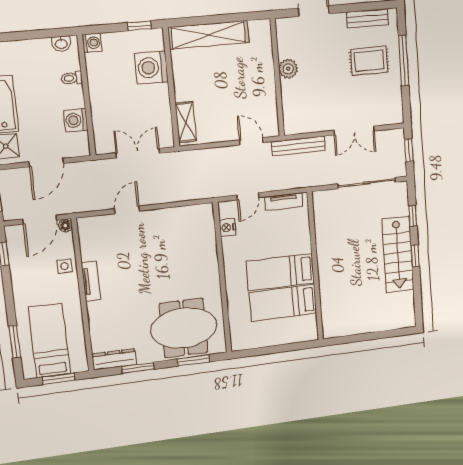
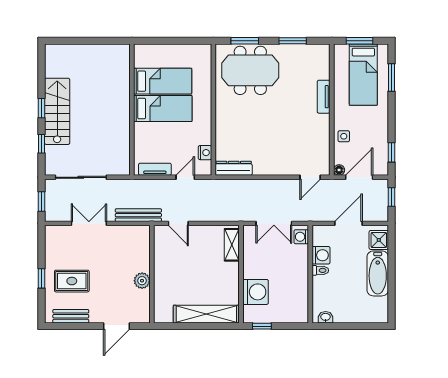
washing machine: (92, 43) -> (301, 237), moved
window: (404, 61) -> (41, 278), width x0.46
toilet: (72, 78) -> (320, 270), moved
door: (127, 210) -> (310, 177), moved
tv unit: (91, 281) -> (324, 97), moved
dresser: (114, 359) -> (234, 168), moved, turned 180

